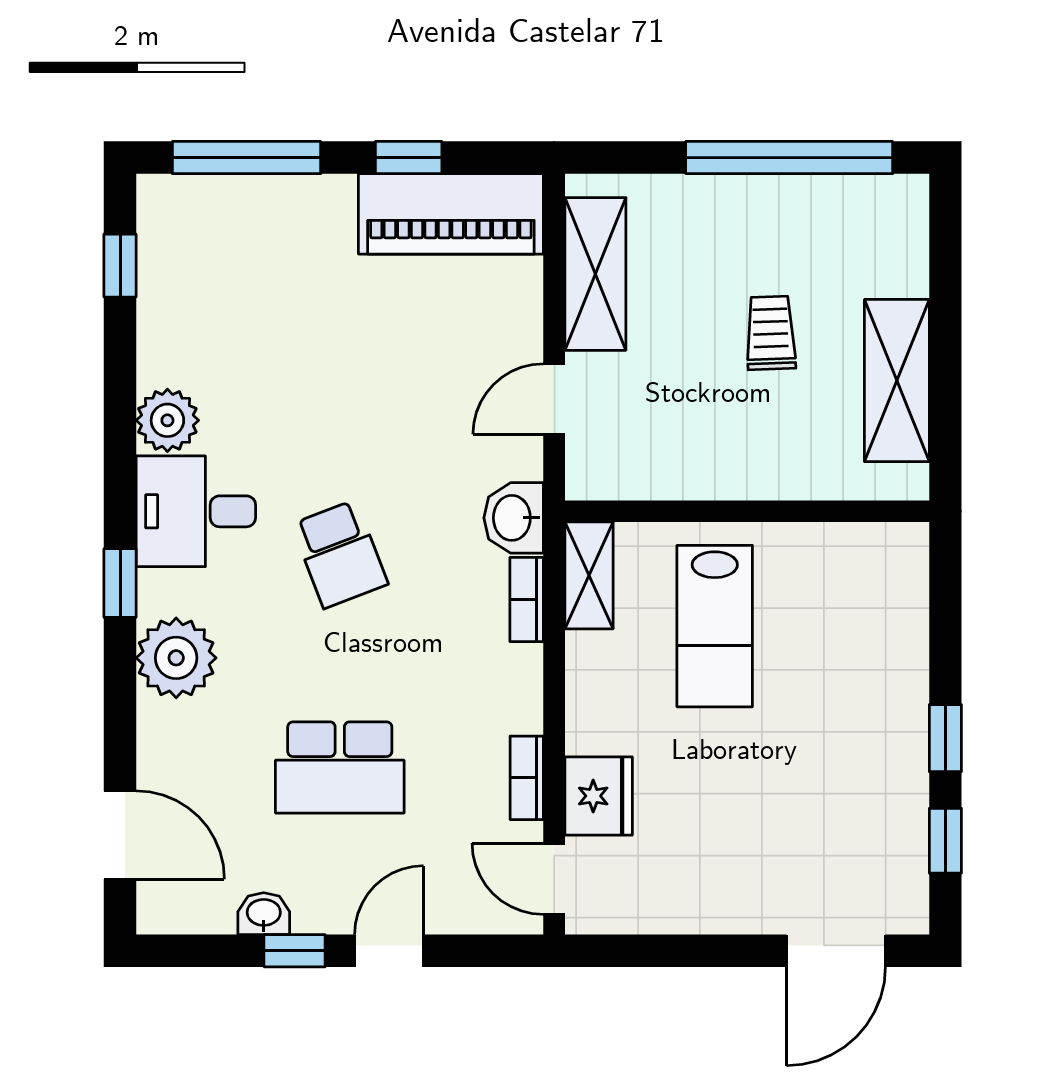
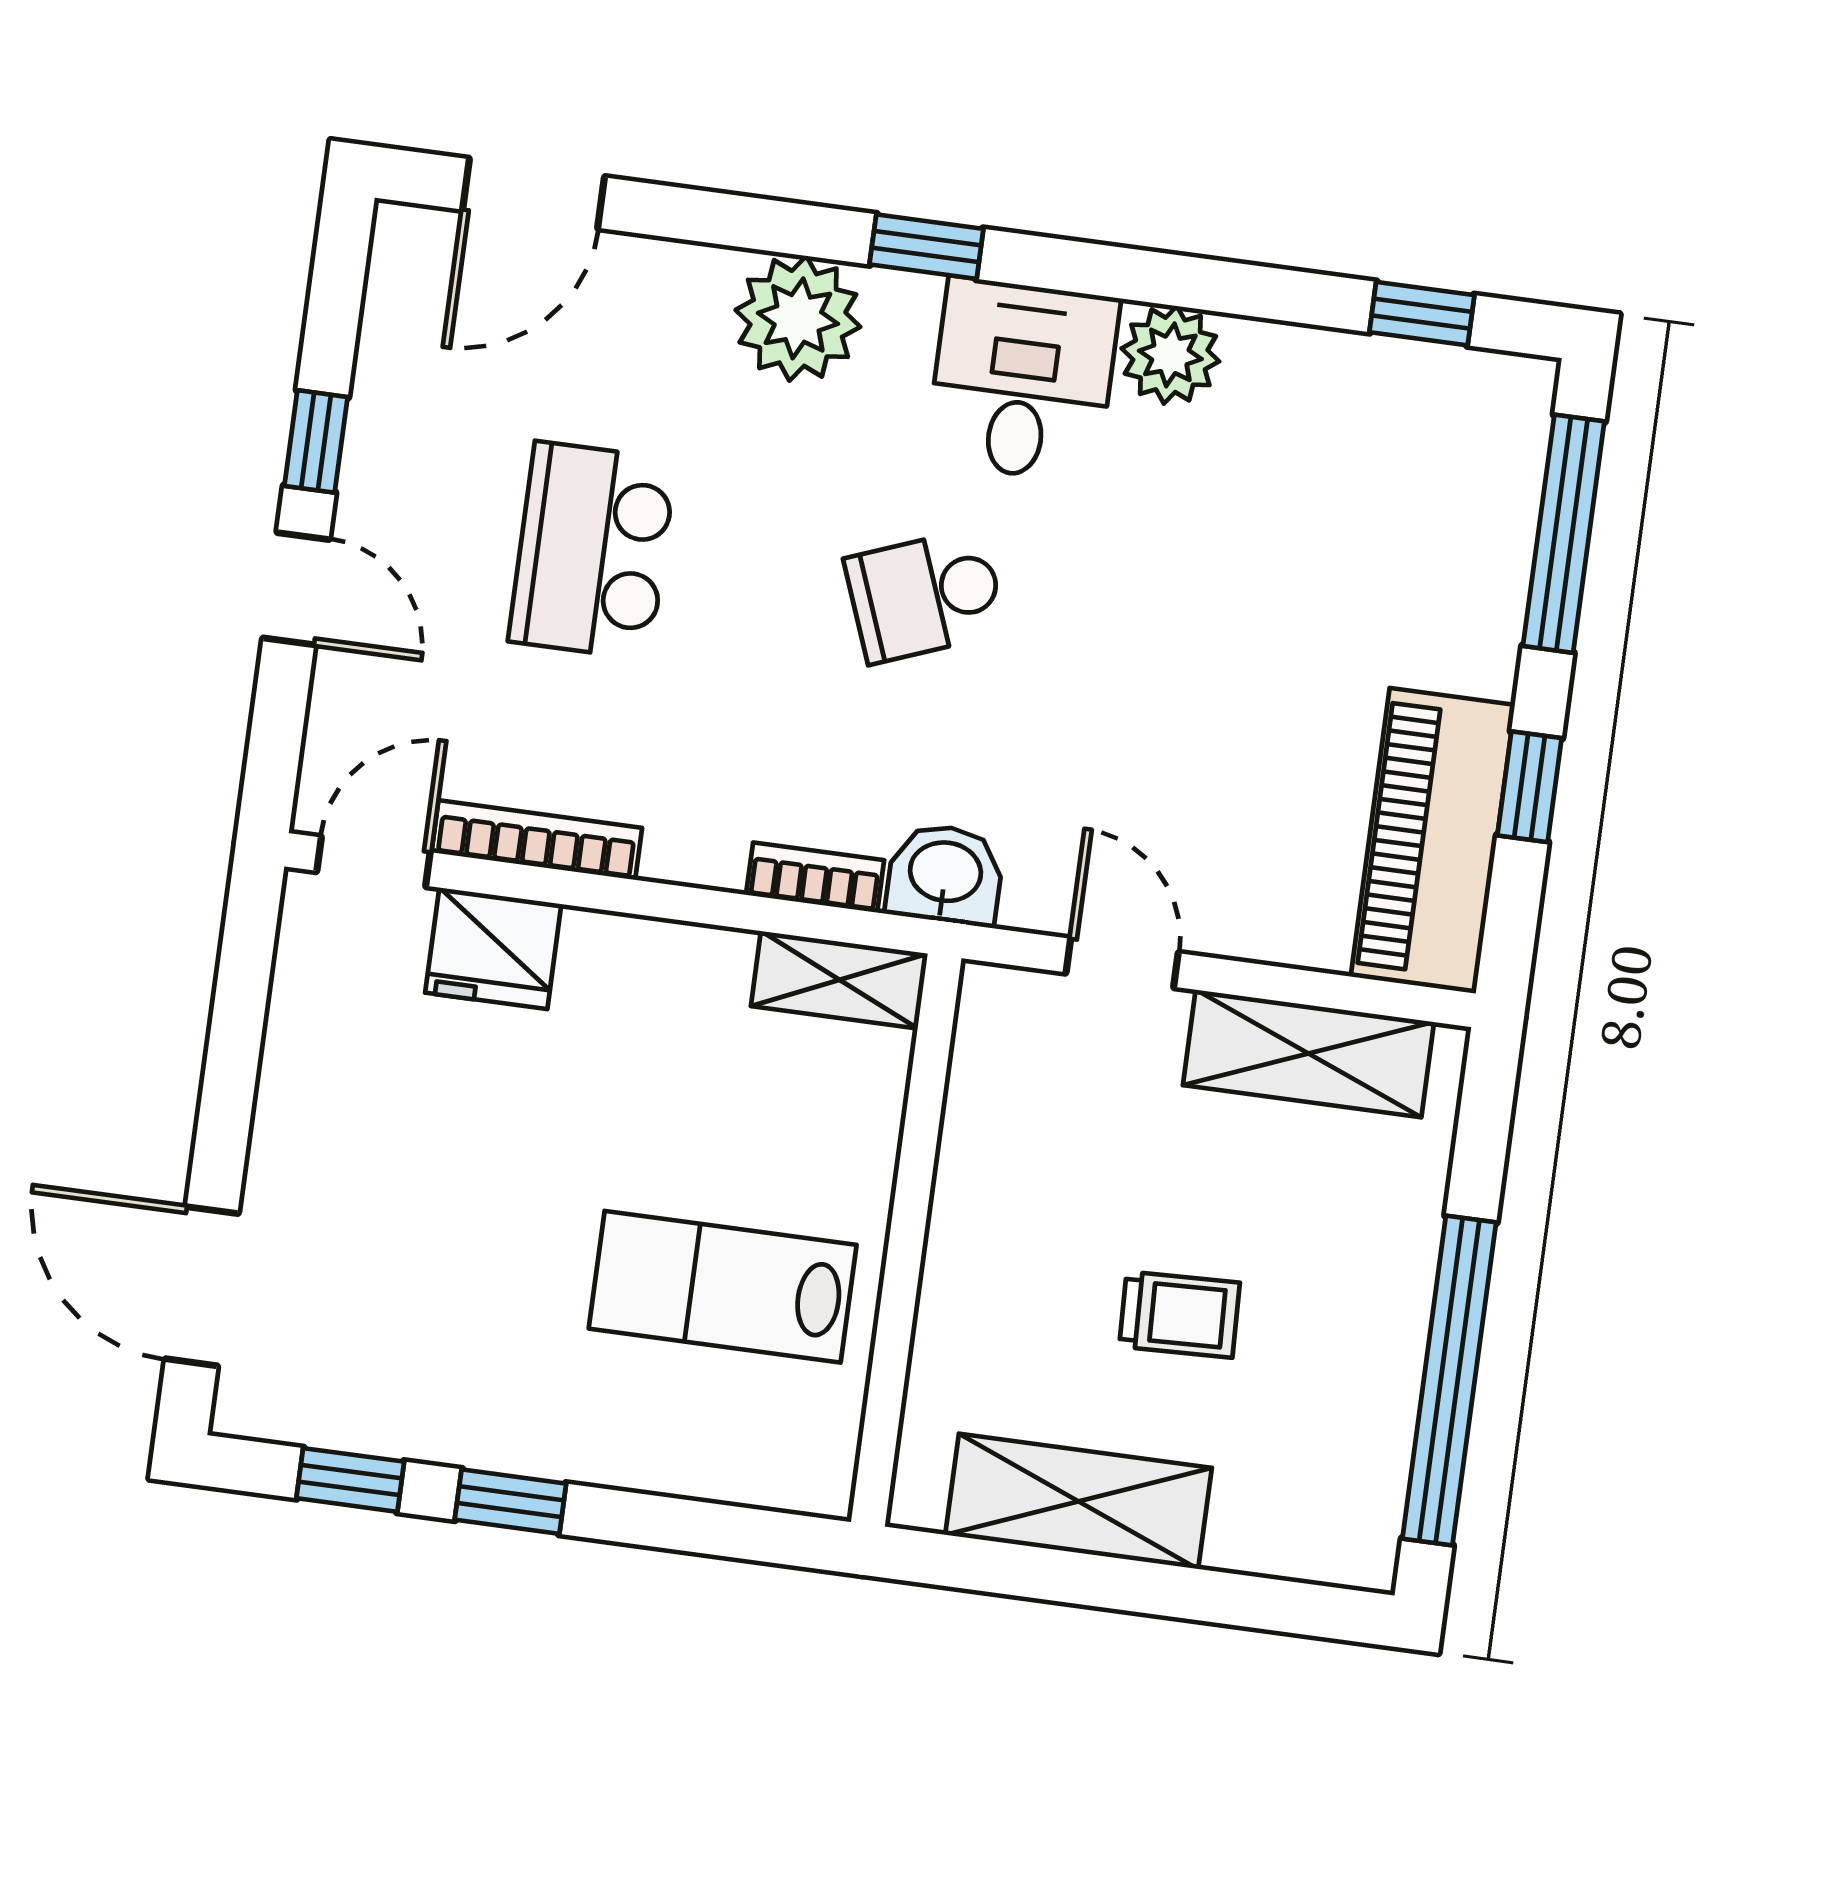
lab bench: (715, 626) -> (723, 1287), moved
bookcase: (527, 778) -> (537, 840), width x1.56
washbasin: (264, 914) -> (380, 401), removed

